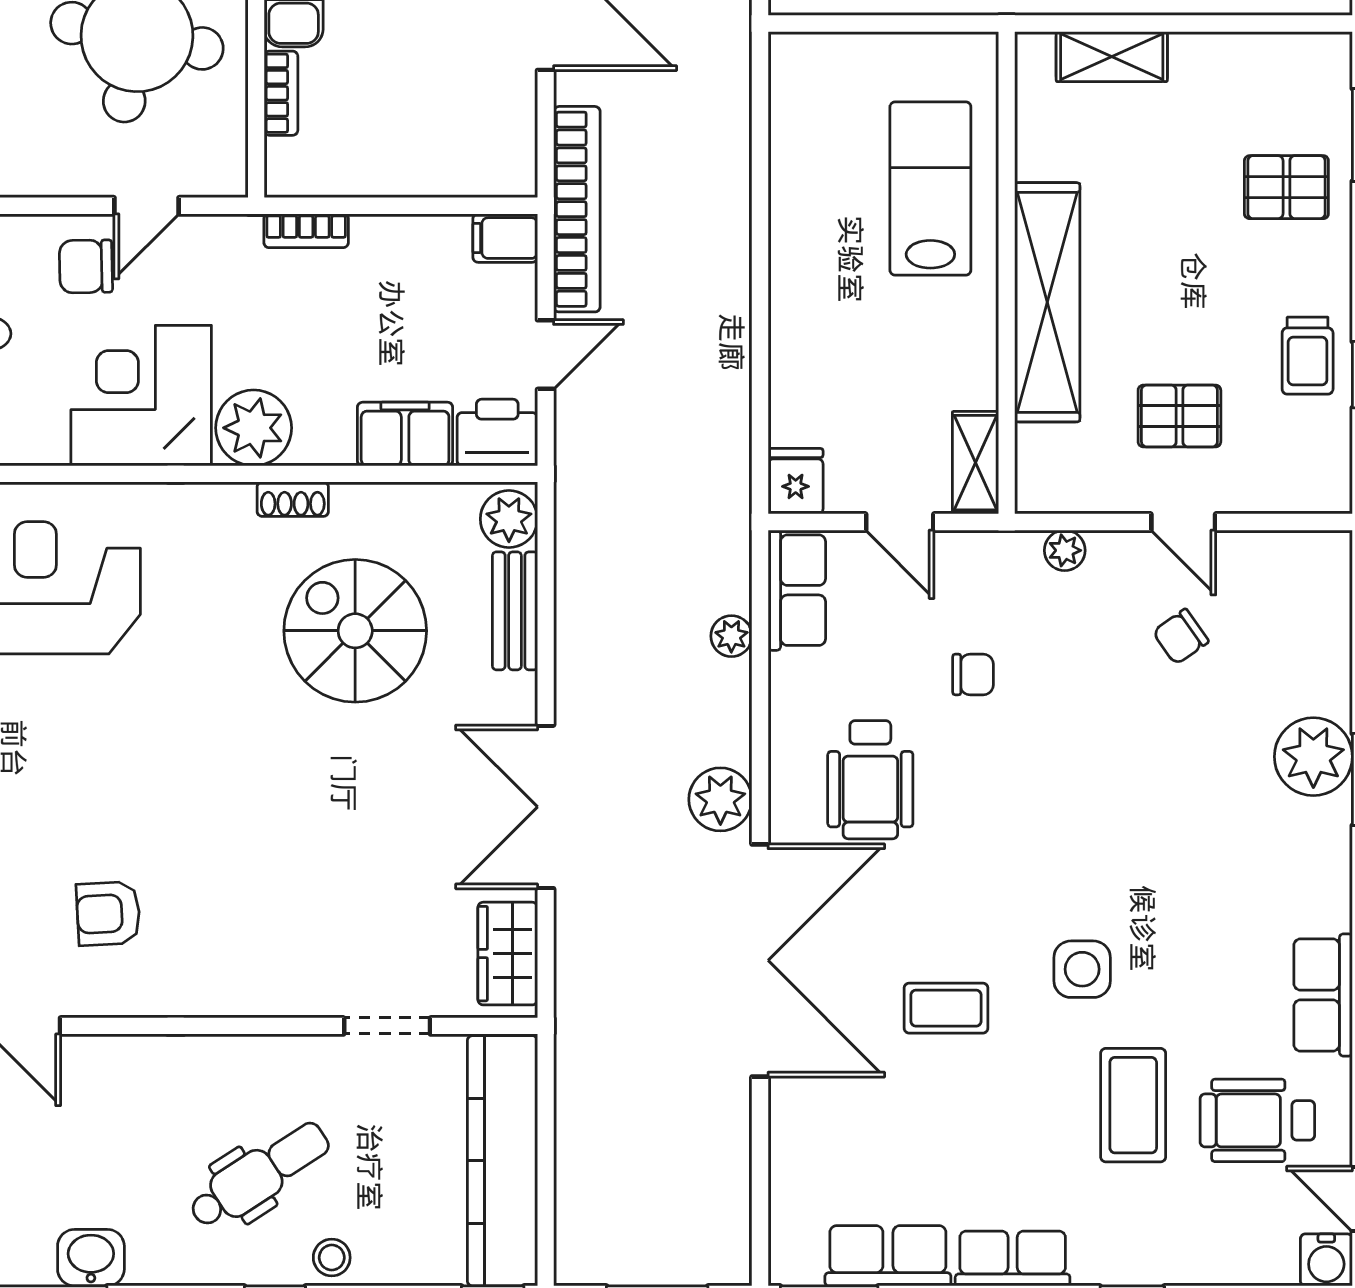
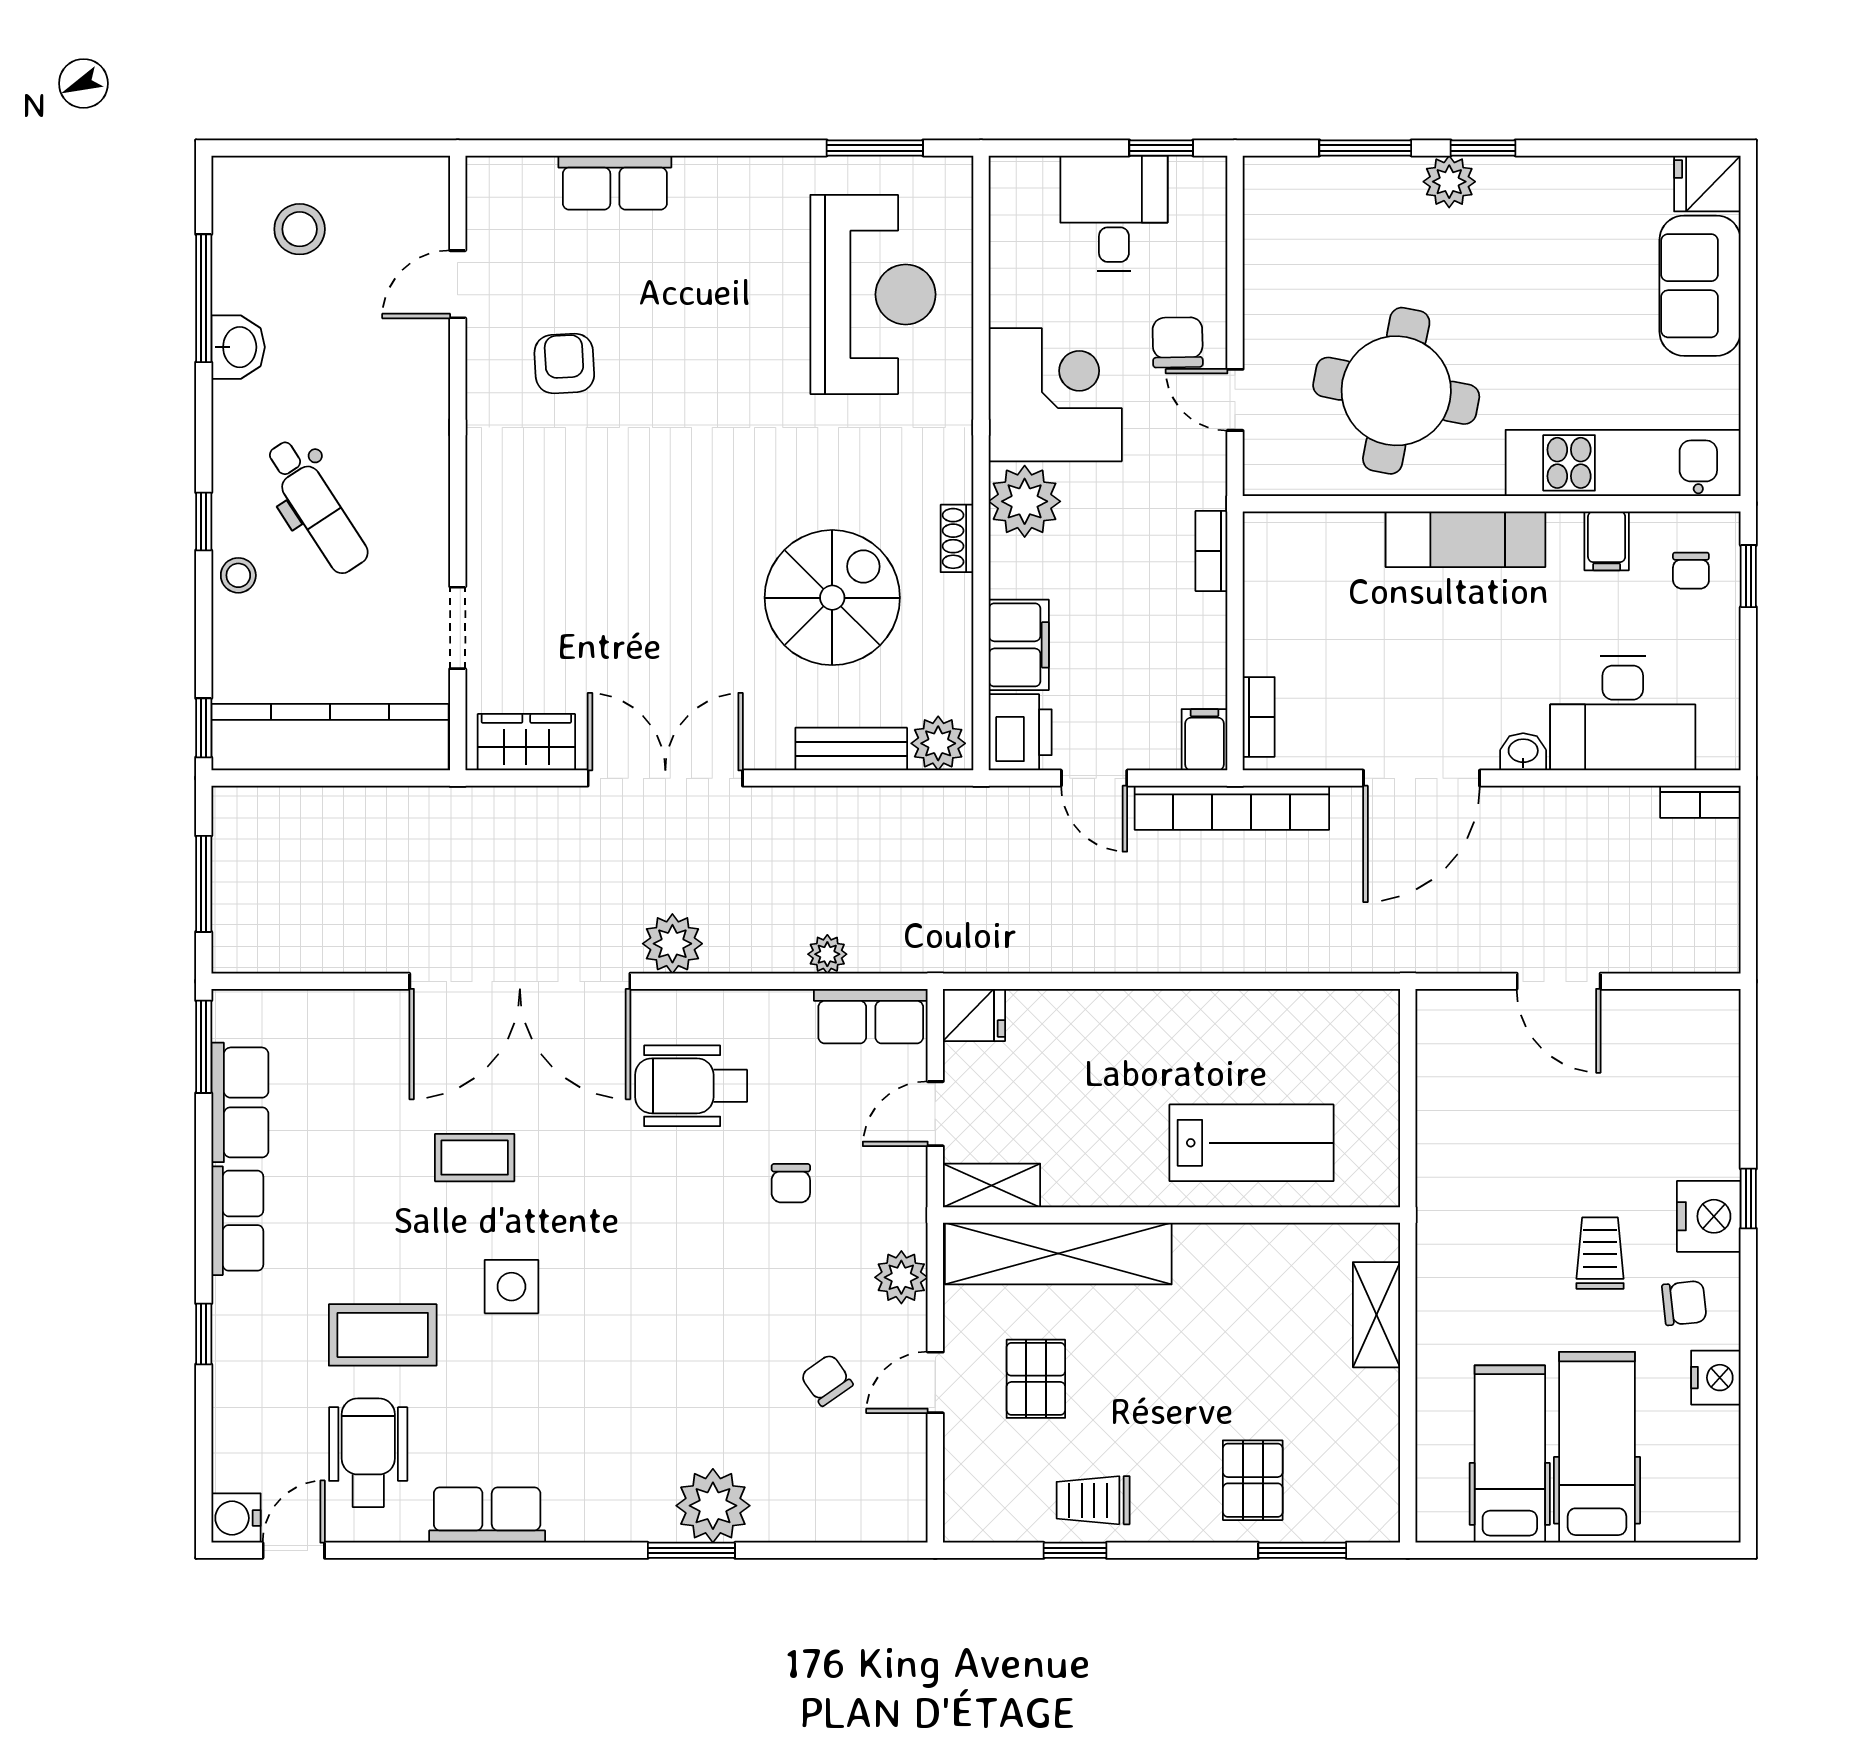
bookcase: (281, 93) -> (1259, 717), moved, turned -90
shelving: (1047, 302) -> (1058, 1253), moved
plant: (1065, 550) -> (901, 1277), width x1.38, depth x1.38
coffee table: (946, 1008) -> (475, 1158), turned 90

